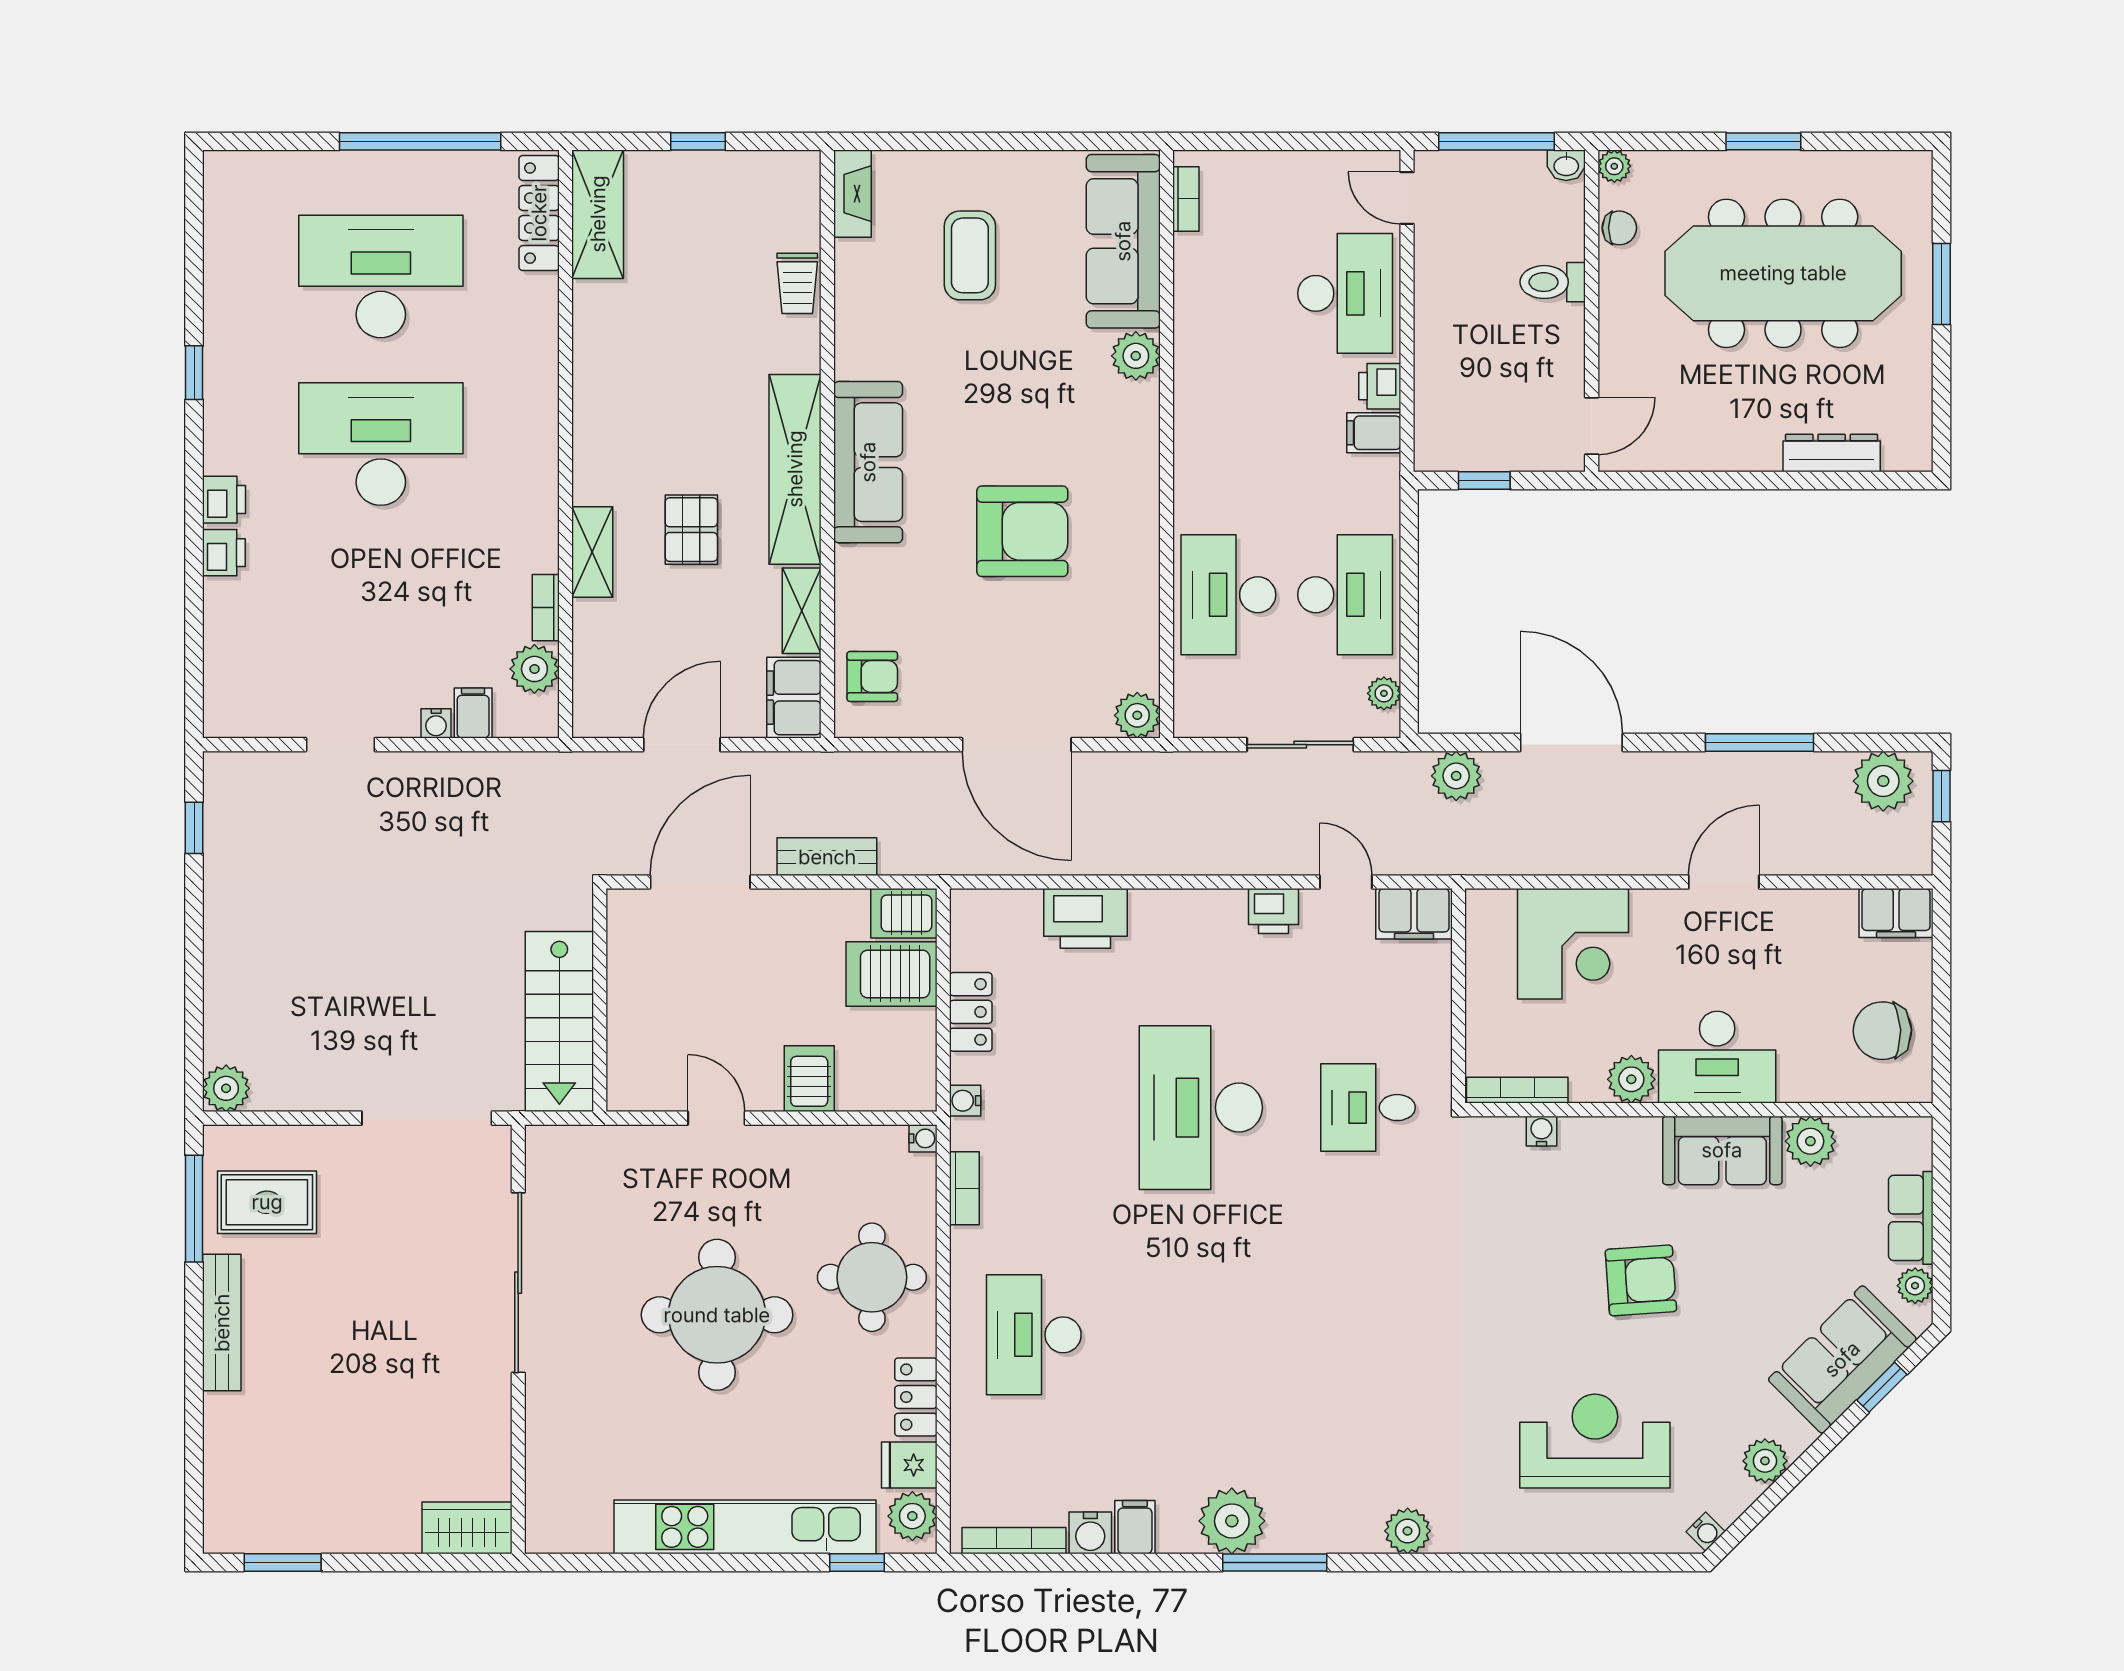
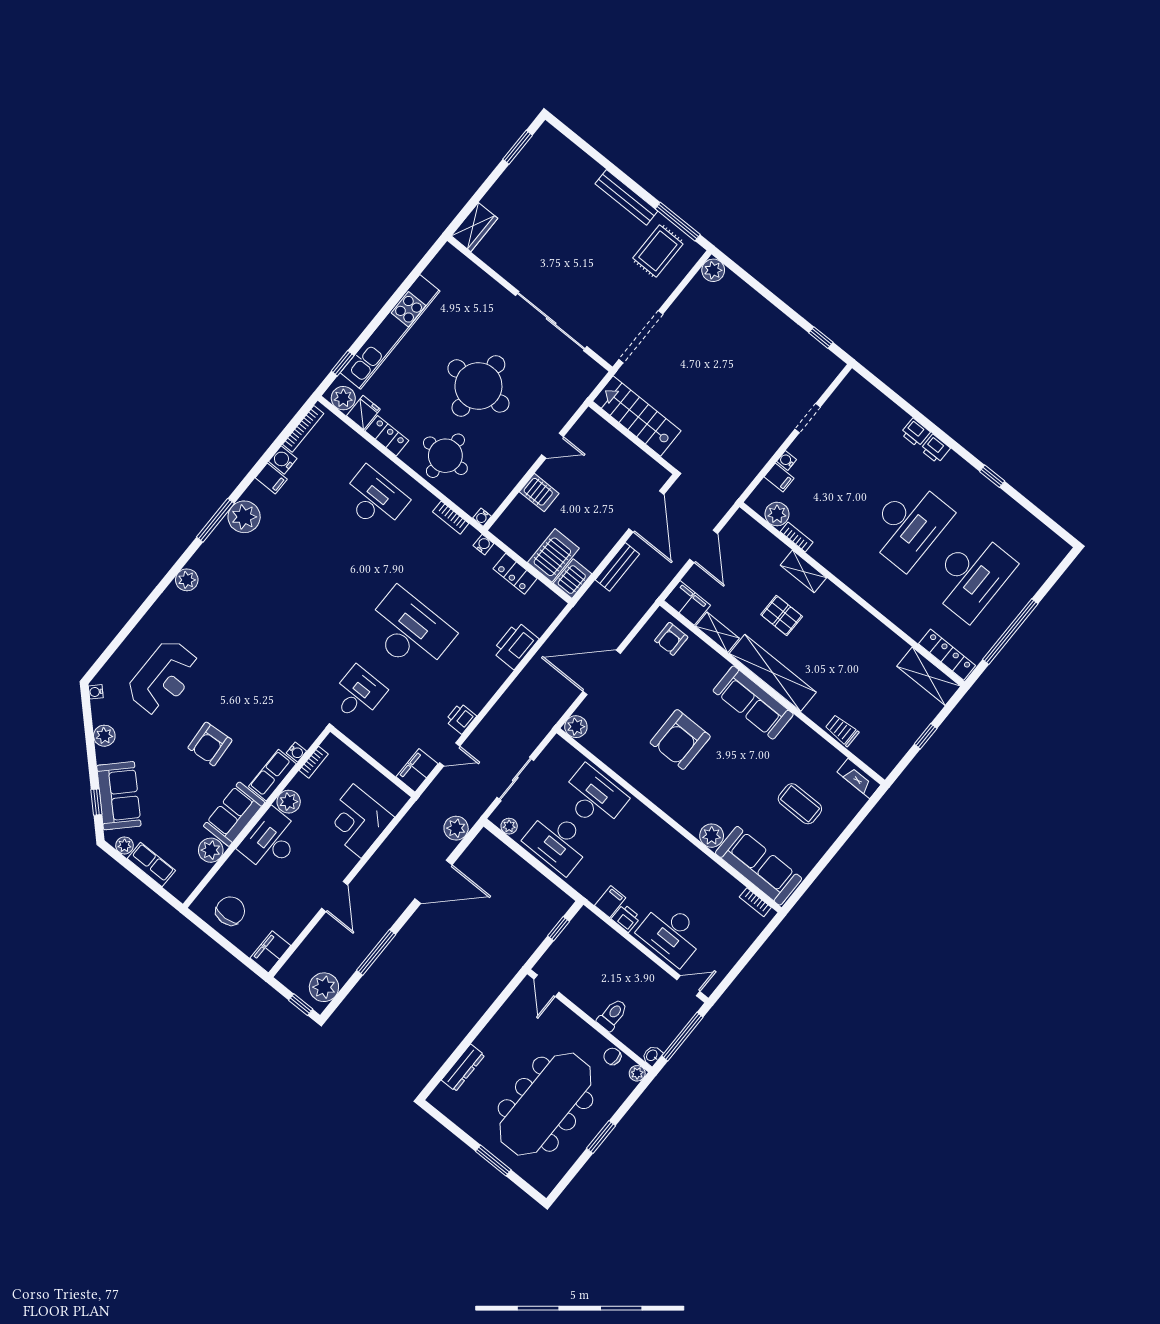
chair: (1619, 228) -> (612, 1056), turned 90
bookcase: (1517, 1090) -> (314, 762), width x0.64
row of seats: (1610, 1140) -> (272, 775), added

